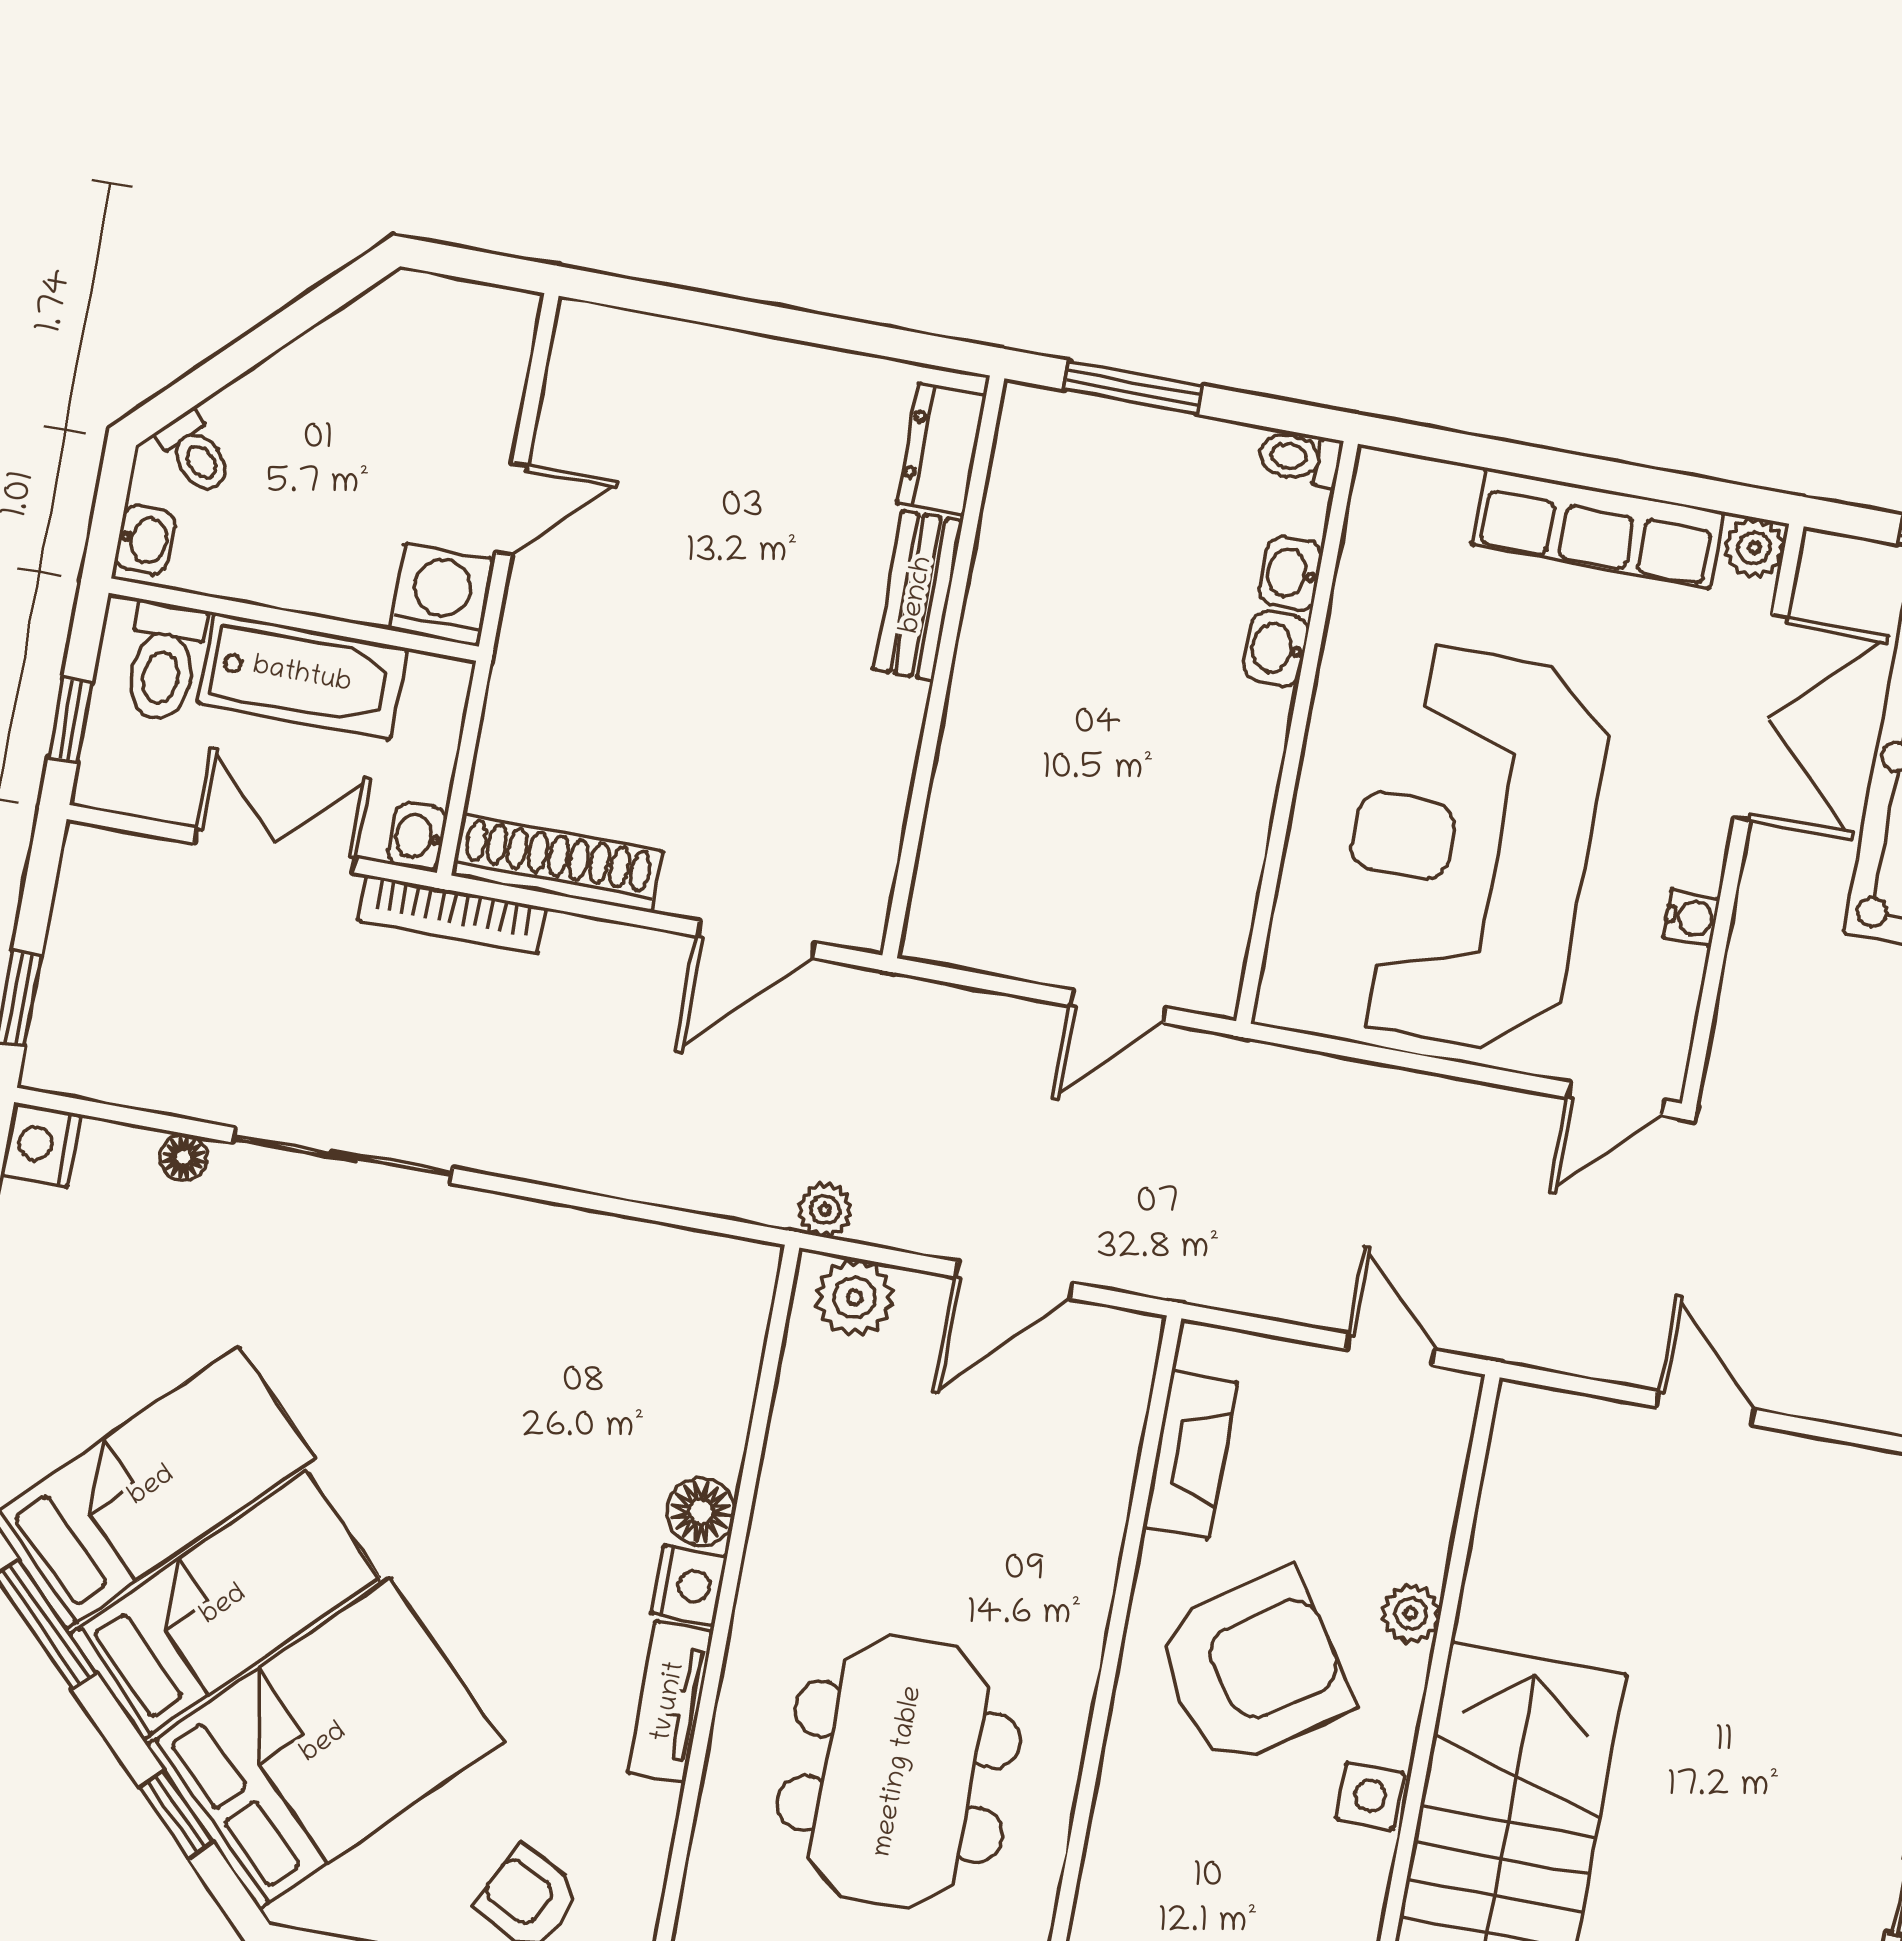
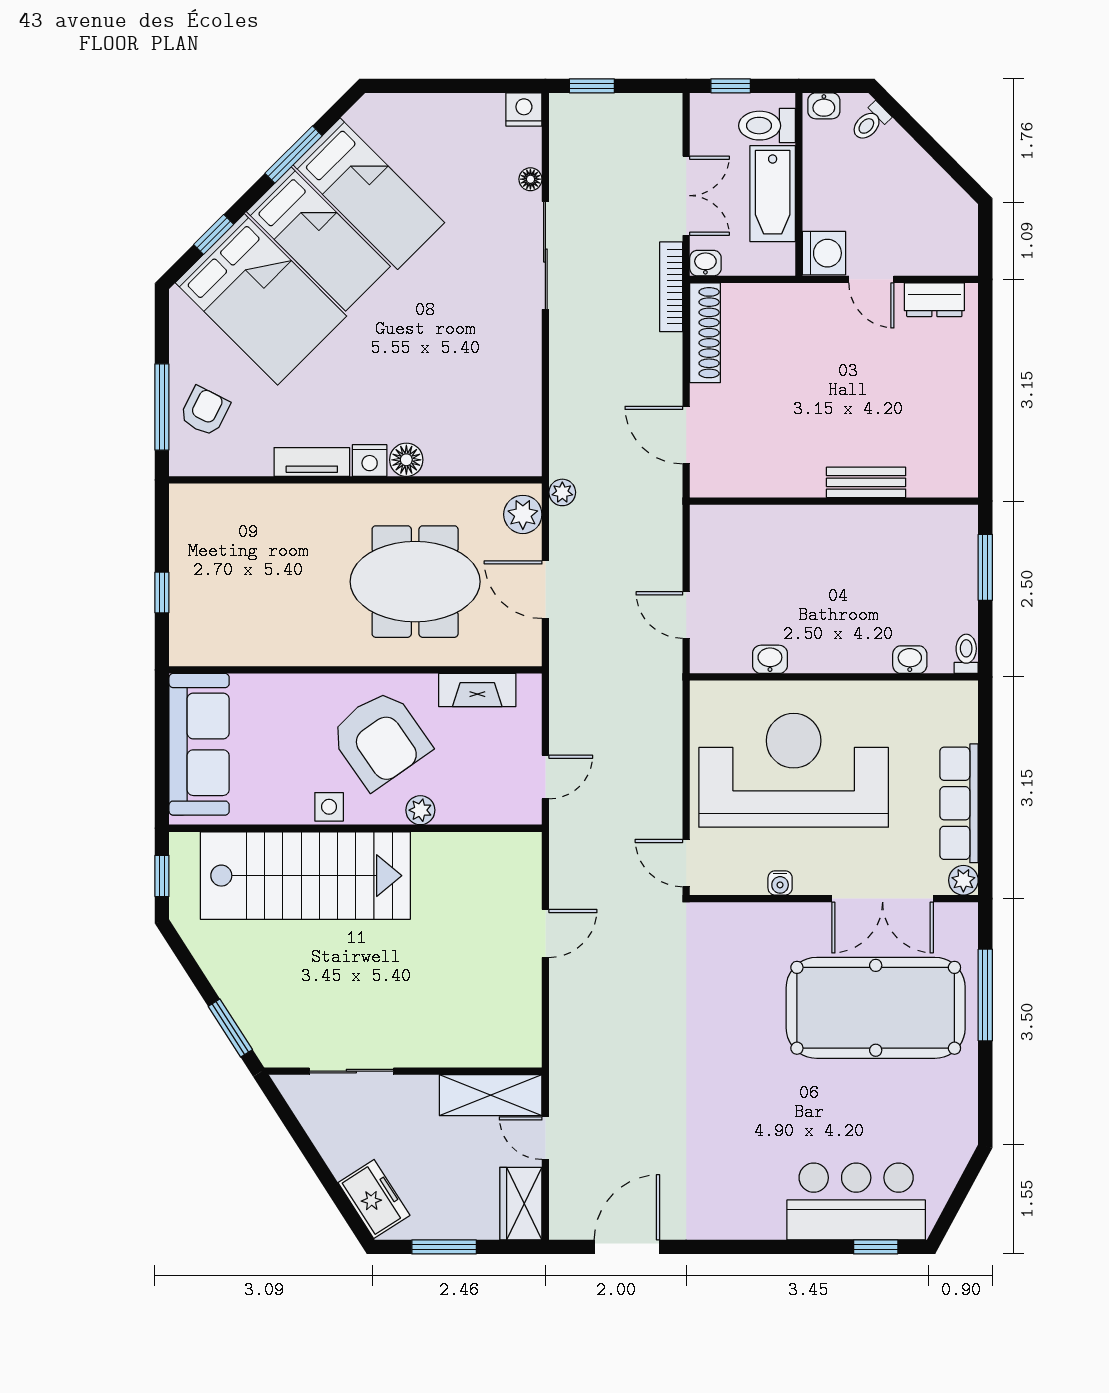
dresser: (941, 449) -> (934, 300), moved, turned 180
washbasin: (1276, 648) -> (770, 659), moved
meeting table: (899, 1772) -> (415, 582), moved

